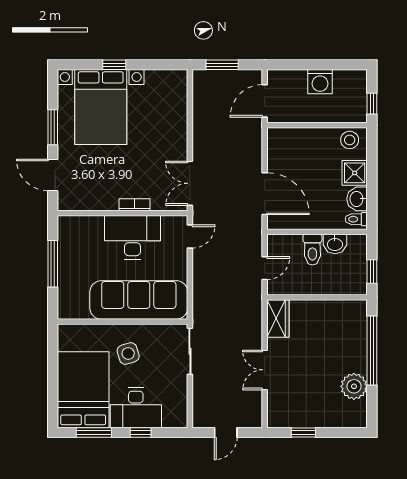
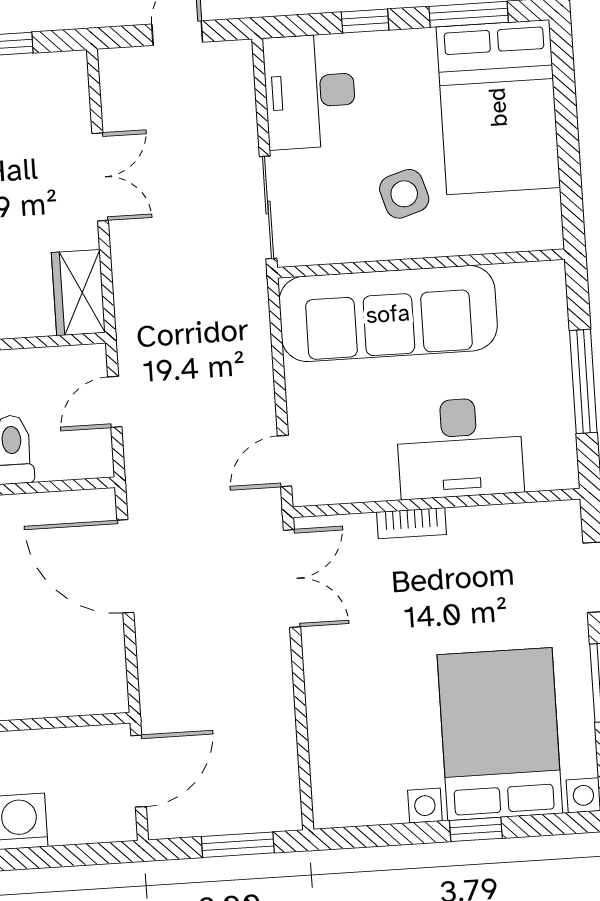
desk: (132, 237) -> (460, 448), moved
desk: (136, 408) -> (310, 91), moved, turned -90

